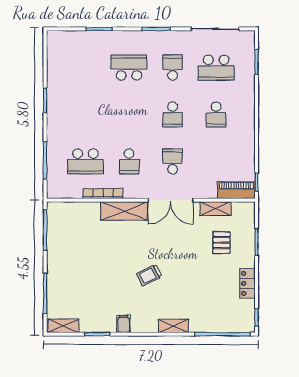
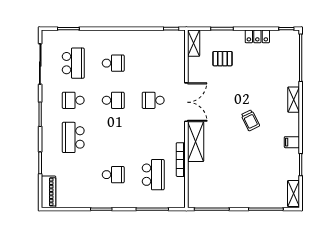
school desk: (129, 161) -> (113, 175), moved
piano: (236, 190) -> (49, 192), moved, turned 180
shelving: (215, 209) -> (194, 43), moved

